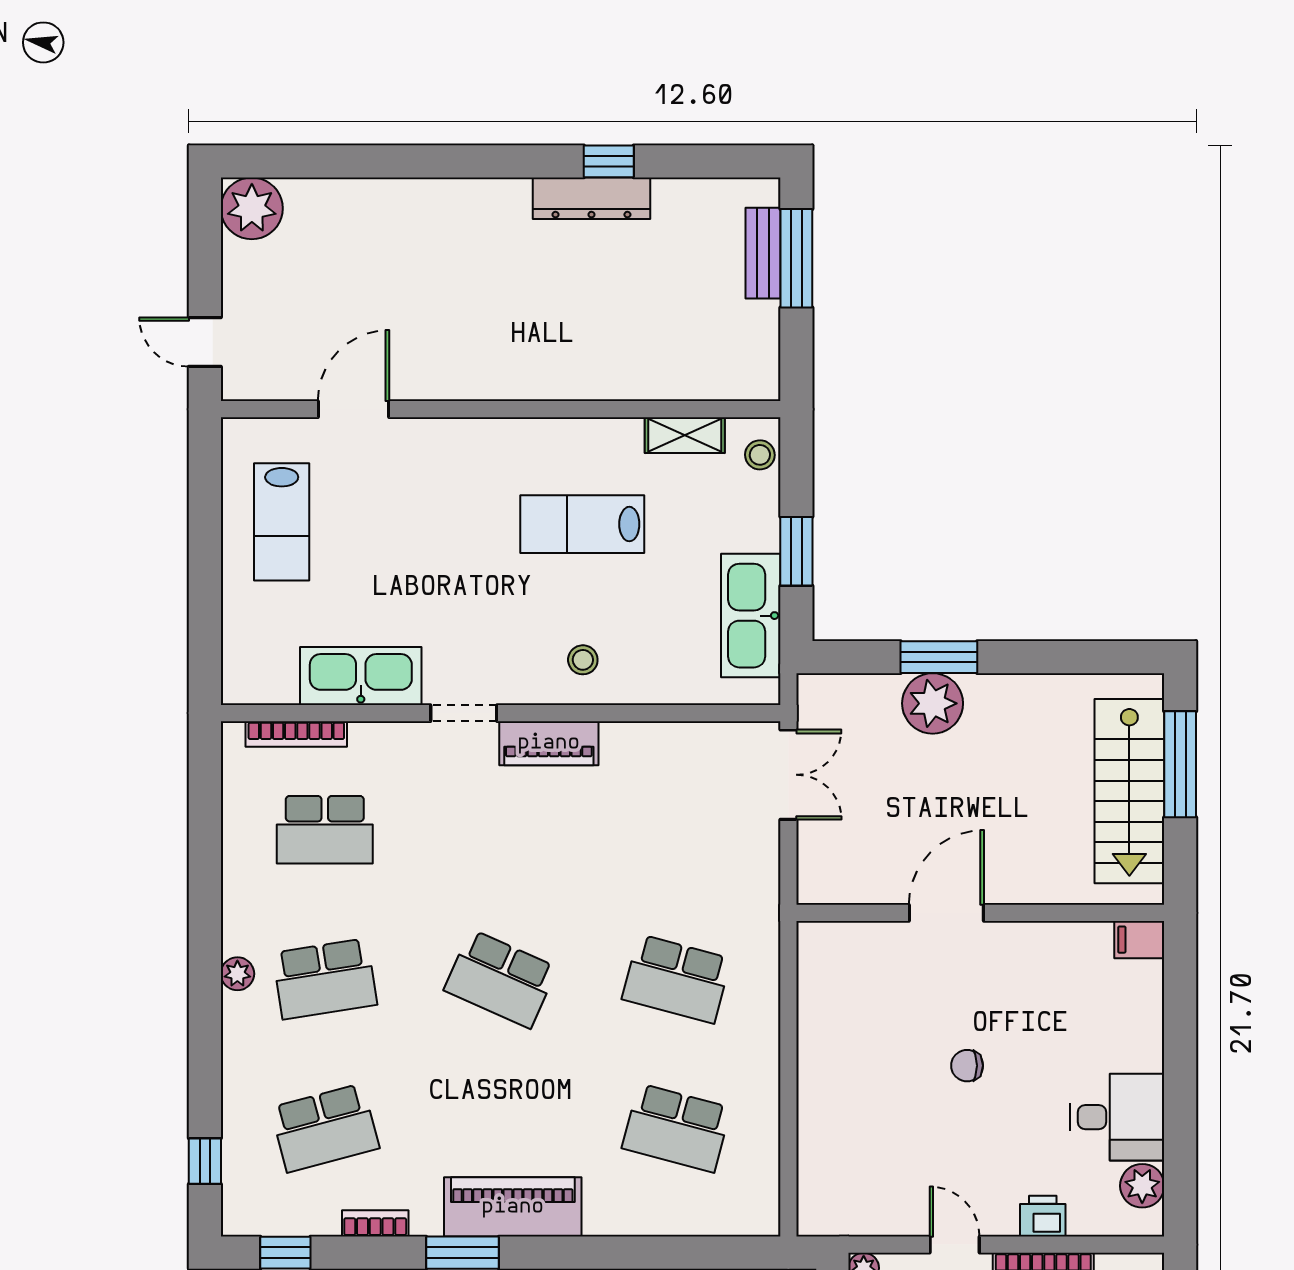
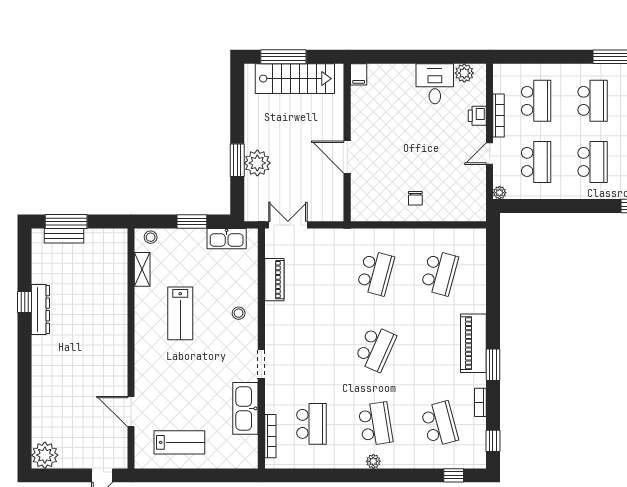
kitchen sink: (751, 616) -> (227, 239), width x0.73, depth x0.81
piano: (549, 743) -> (274, 280), moved
chair: (967, 1066) -> (415, 198), moved

